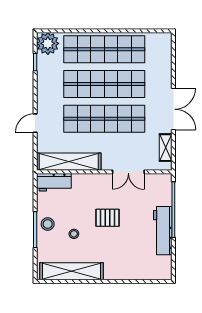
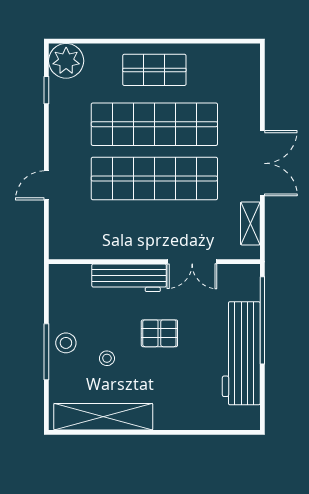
shop shelf: (104, 49) -> (154, 70), width x0.50, depth x0.74
shelving: (69, 162) -> (99, 246), removed
workbench: (54, 182) -> (129, 278), moved, width x1.38
workbench: (163, 231) -> (241, 353), width x1.36, depth x1.32

